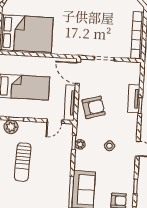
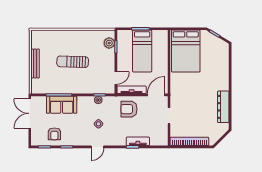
armchair: (93, 107) -> (129, 109), turned 106
door: (54, 121) -> (116, 78), swing flipped
sun lounger: (23, 162) -> (73, 62), moved

